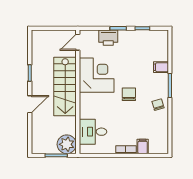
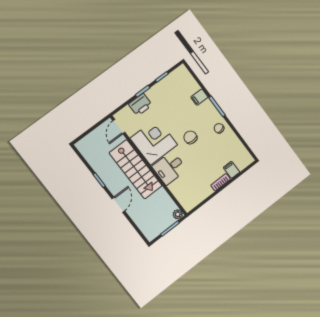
desk: (93, 132) -> (169, 168), moved
plant: (67, 144) -> (178, 214), width x0.53, depth x0.53

